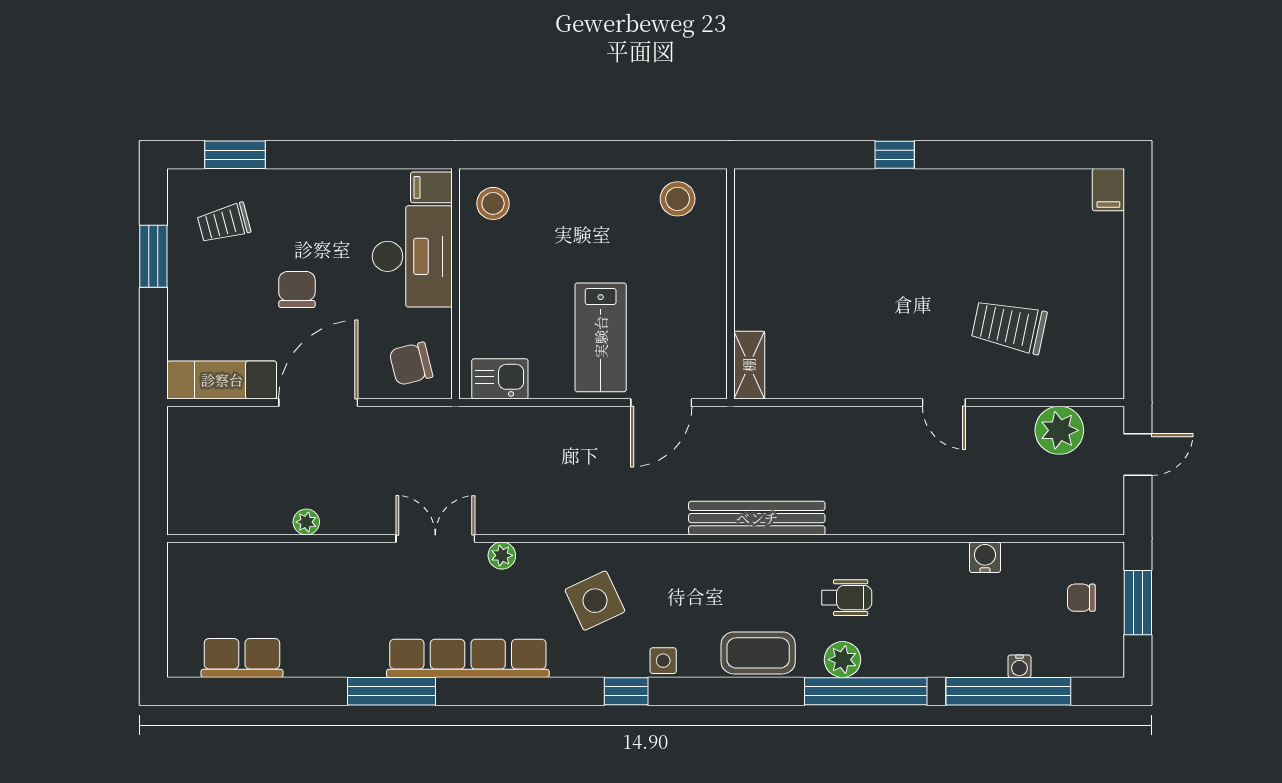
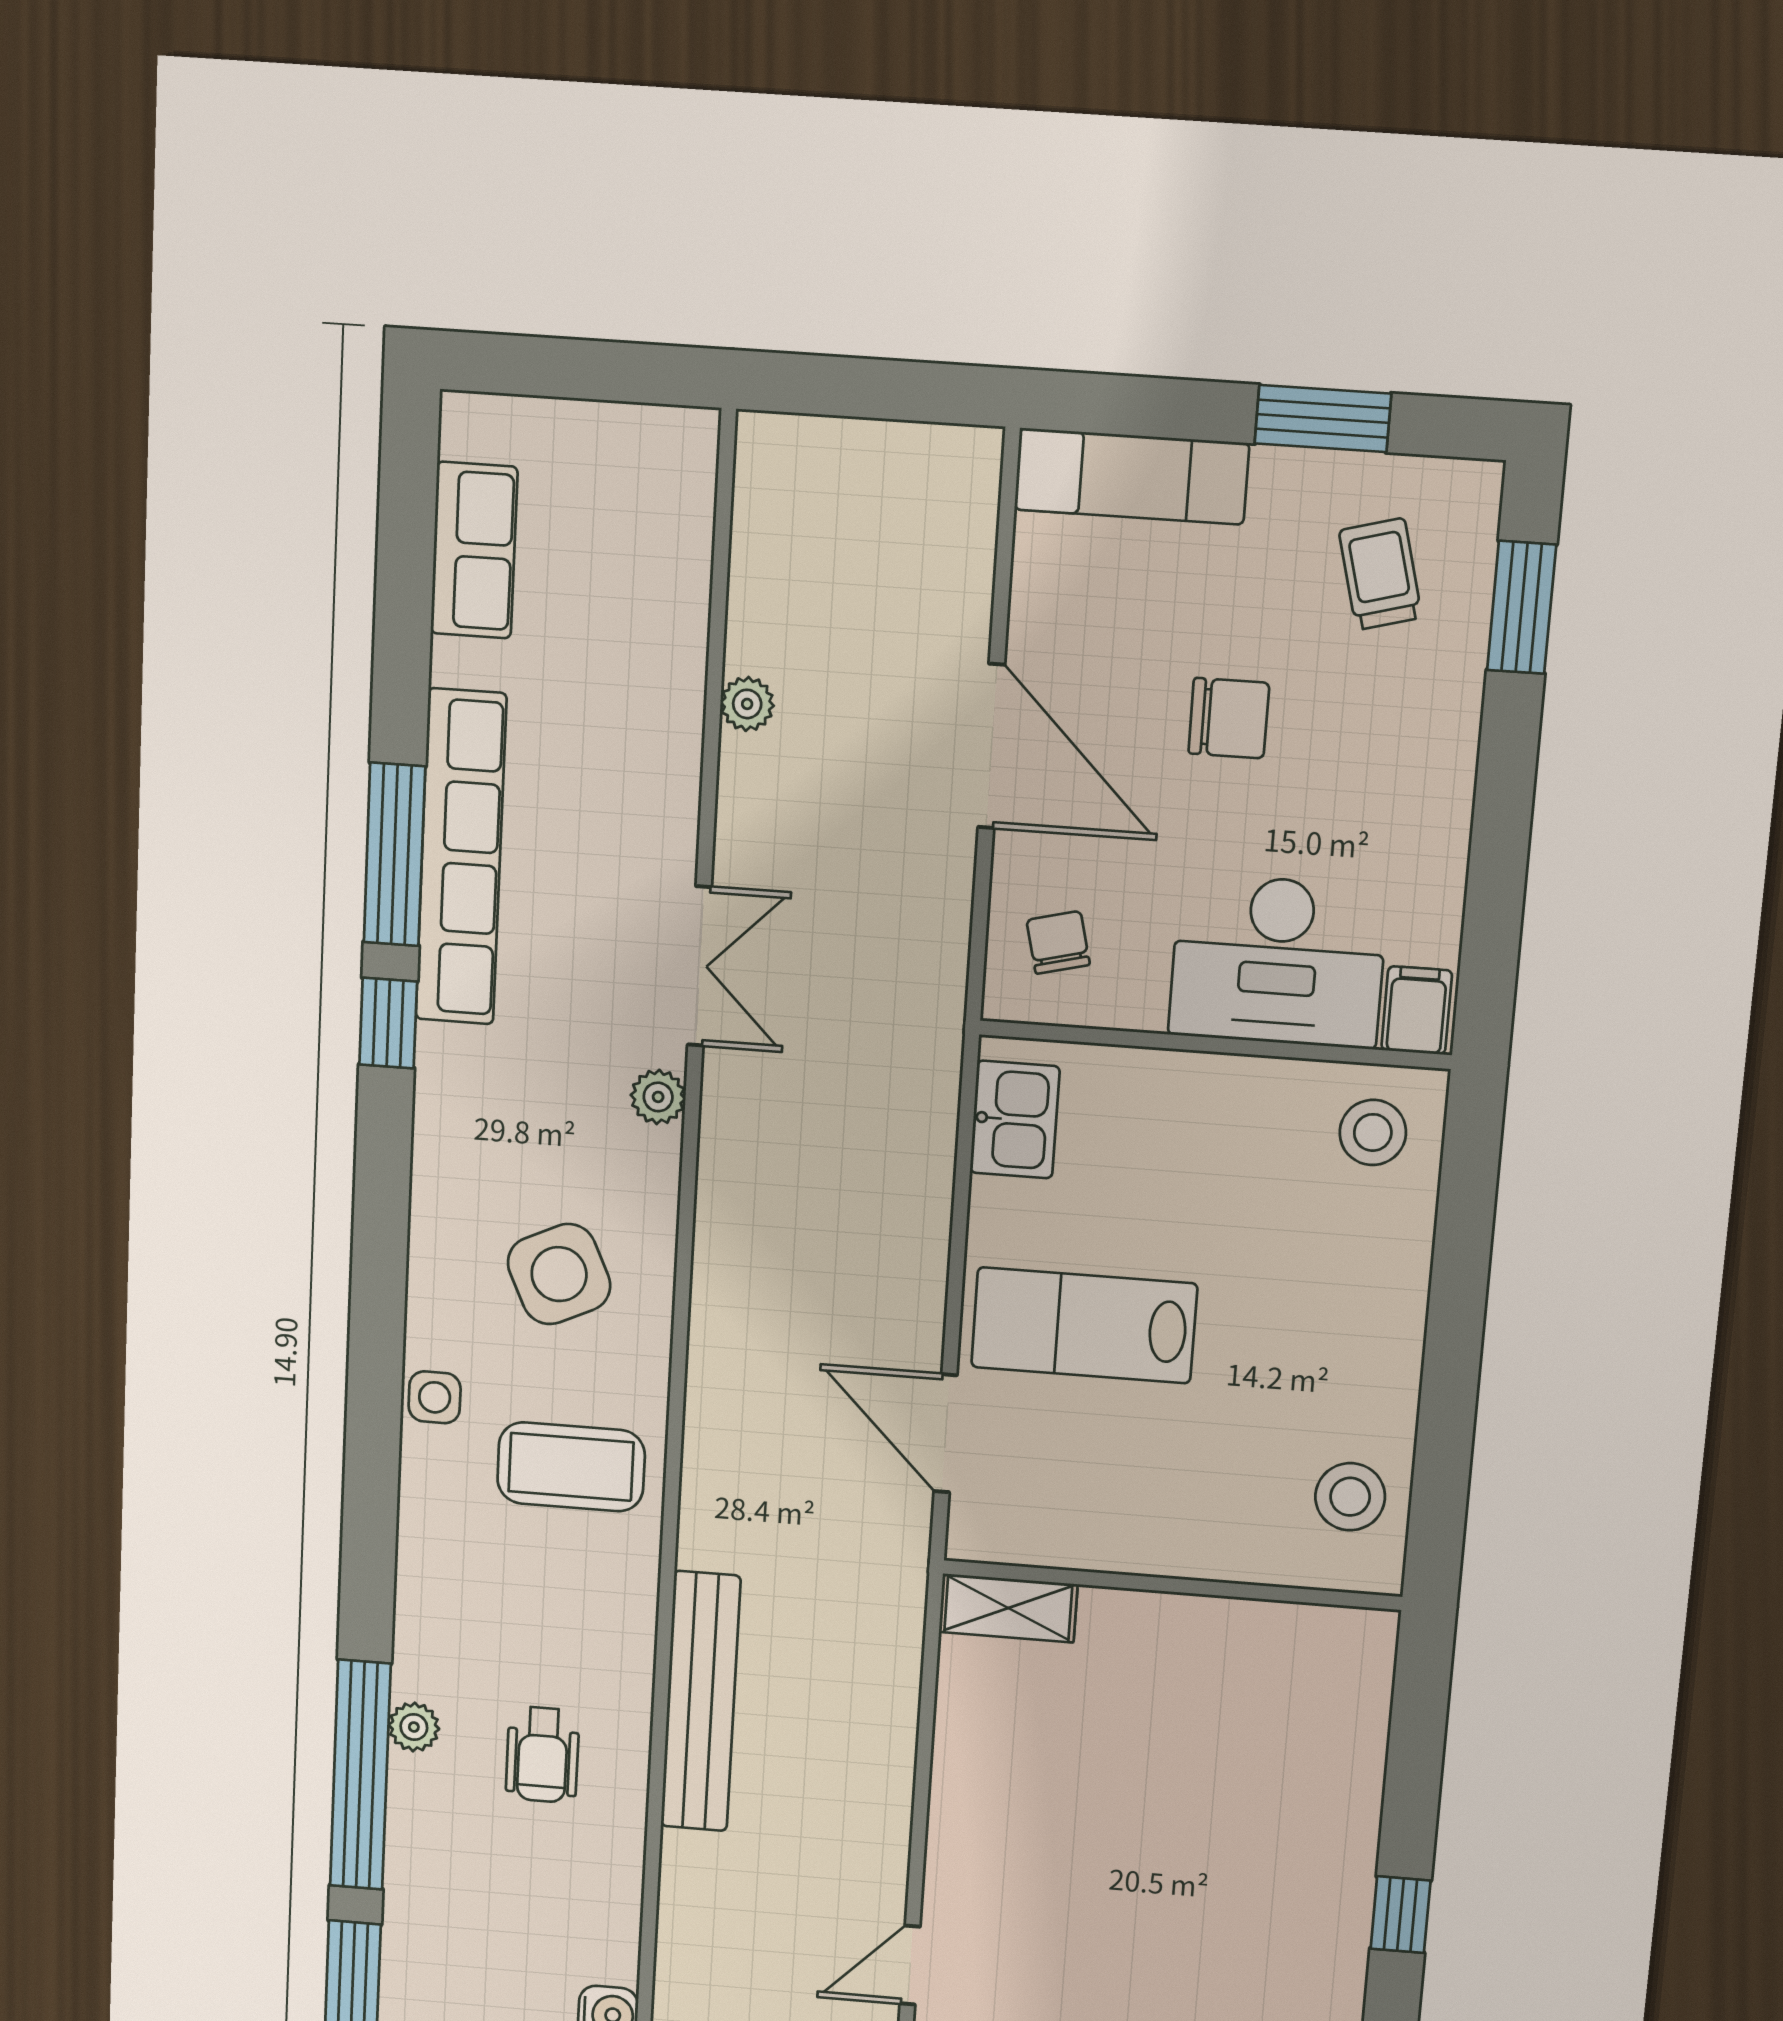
chair: (411, 364) -> (1058, 942), width x0.73, depth x0.73
exam couch: (222, 380) -> (1132, 476), moved, turned 90
bench: (757, 518) -> (701, 1702), moved
coffee table: (758, 653) -> (571, 1467), moved, turned 90
row of seats: (468, 658) -> (461, 857), moved
plant: (842, 660) -> (414, 1727), width x0.73, depth x0.73
window: (626, 691) -> (388, 1023), moved

